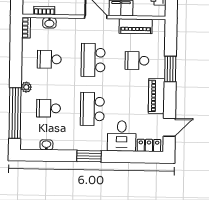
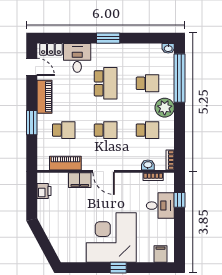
school desk: (93, 60) -> (106, 130), width x0.54
plant: (26, 87) -> (165, 108), width x1.88, depth x1.88
door: (169, 127) -> (32, 67), swing flipped
washbasin: (46, 145) -> (168, 48), moved

